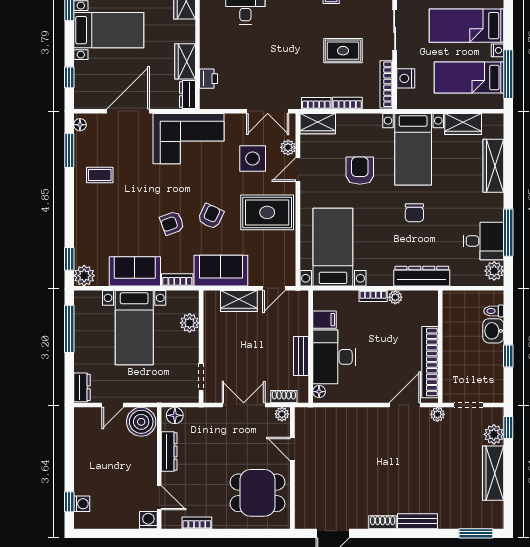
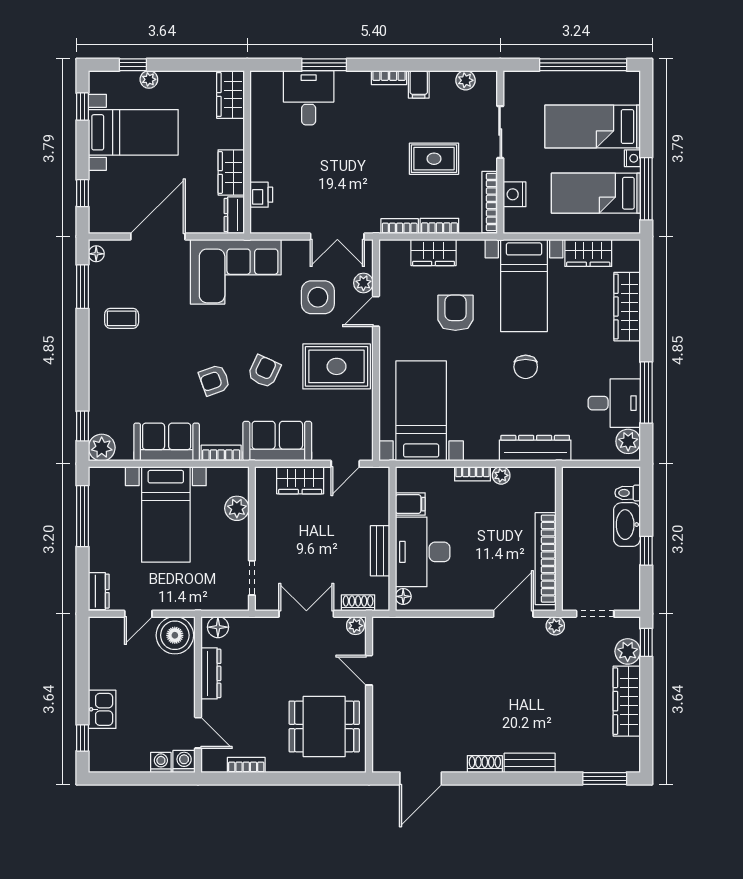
wardrobe: (318, 124) -> (434, 252), moved
washbasin: (493, 331) -> (627, 525), width x1.38
kitchen sink: (85, 479) -> (102, 709), added
washing machine: (82, 504) -> (161, 762), moved, turned -90

